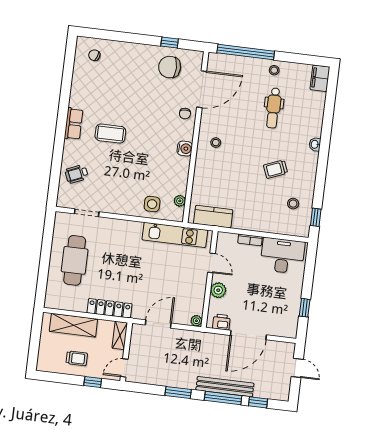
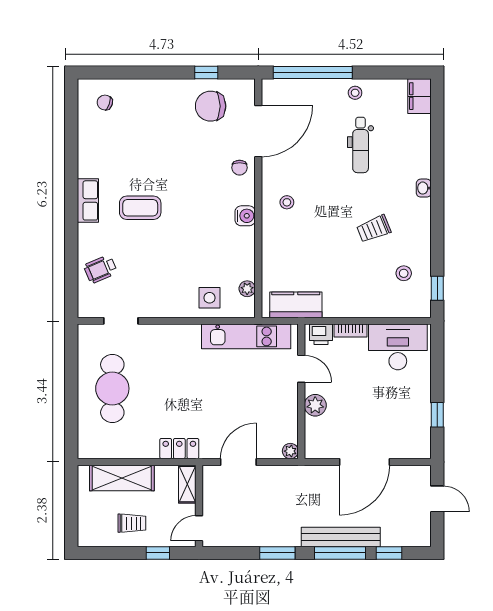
locker: (110, 308) -> (179, 449), width x0.66
printer: (221, 322) -> (321, 334), moved, turned 180

